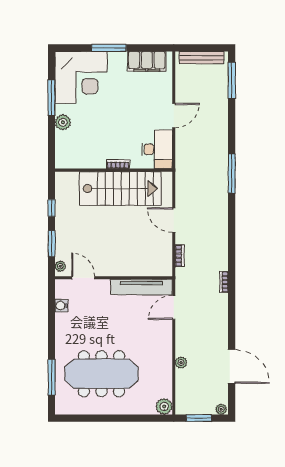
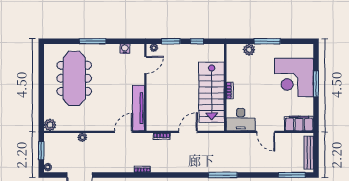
filing cabinet: (147, 61) -> (299, 123), moved, turned 90
corner desk: (81, 77) -> (294, 77), moved
window: (51, 98) -> (267, 41), moved
plant: (63, 122) -> (249, 50), moved
door: (174, 307) -> (123, 132), hinge flipped
window: (51, 377) -> (93, 41), moved

